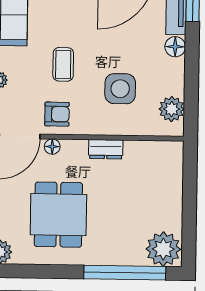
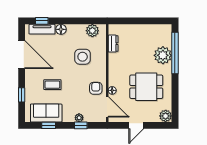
coffee table: (63, 64) -> (52, 85), moved
dresser: (106, 149) -> (113, 44), moved
plant: (163, 249) -> (163, 55), moved

